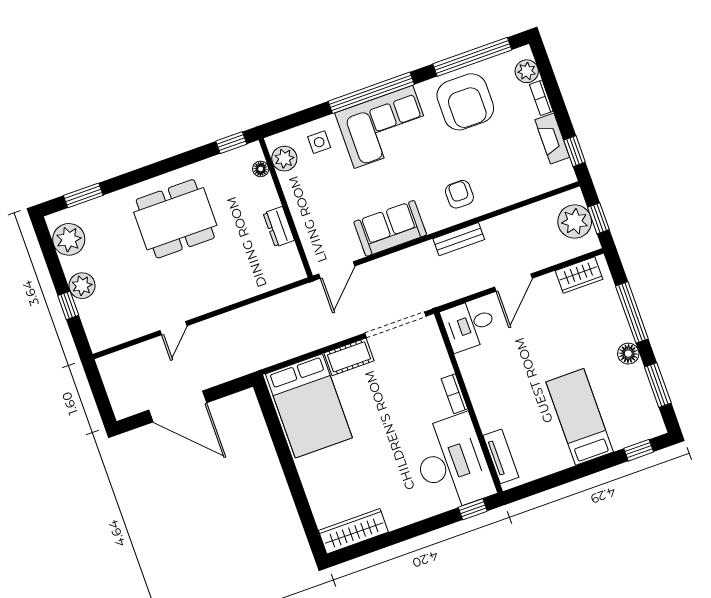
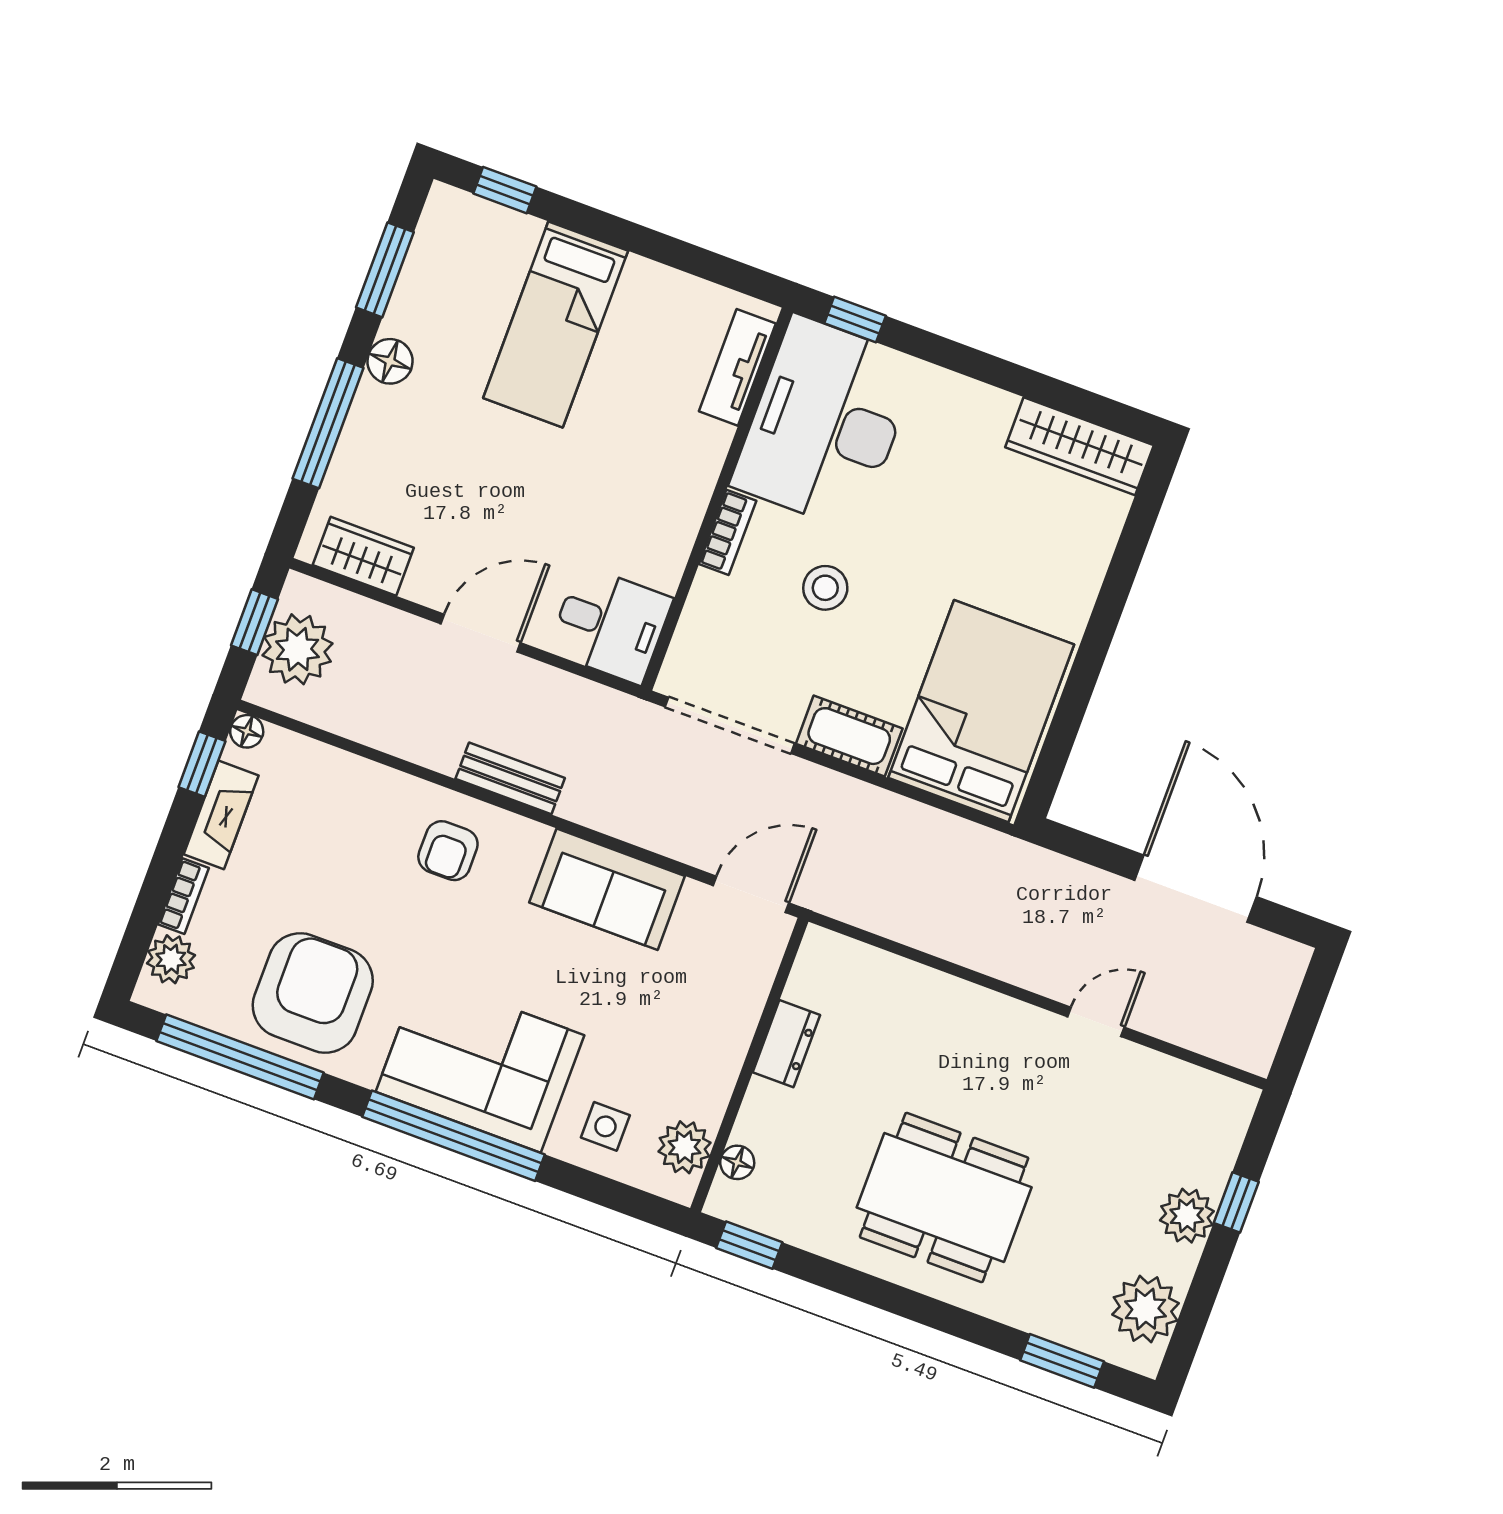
floor lamp: (568, 177) -> (247, 731), added
stool: (402, 403) -> (825, 588), added

